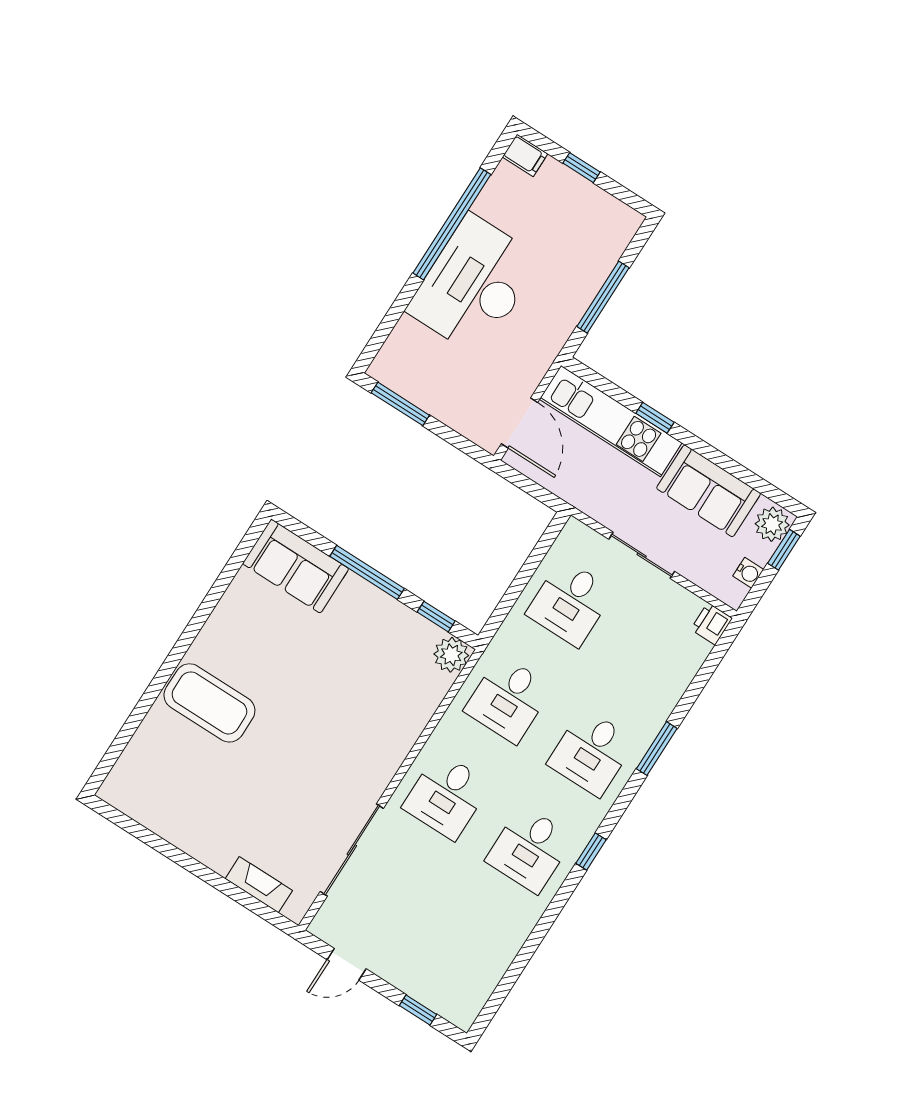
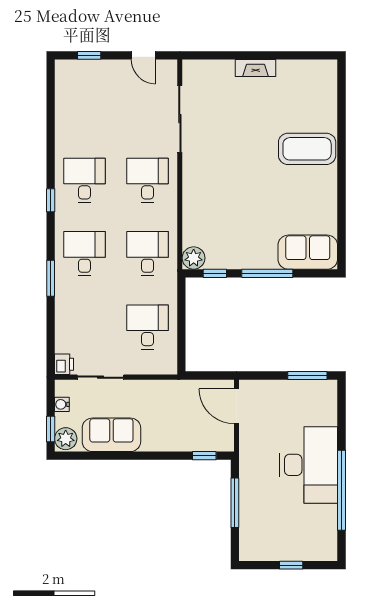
filing cabinet: (525, 155) -> (326, 552), removed
window: (655, 418) -> (204, 456), moved
kitchen unit: (611, 421) -> (188, 439), removed
sliding door: (642, 555) -> (101, 377), moved
fireplace: (259, 885) -> (256, 68), moved
door: (347, 964) -> (143, 55), swing flipped

